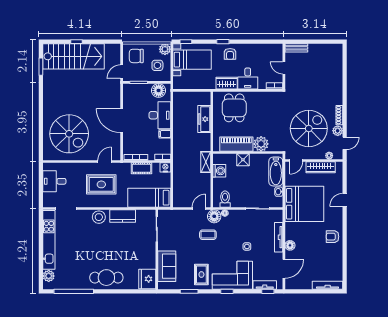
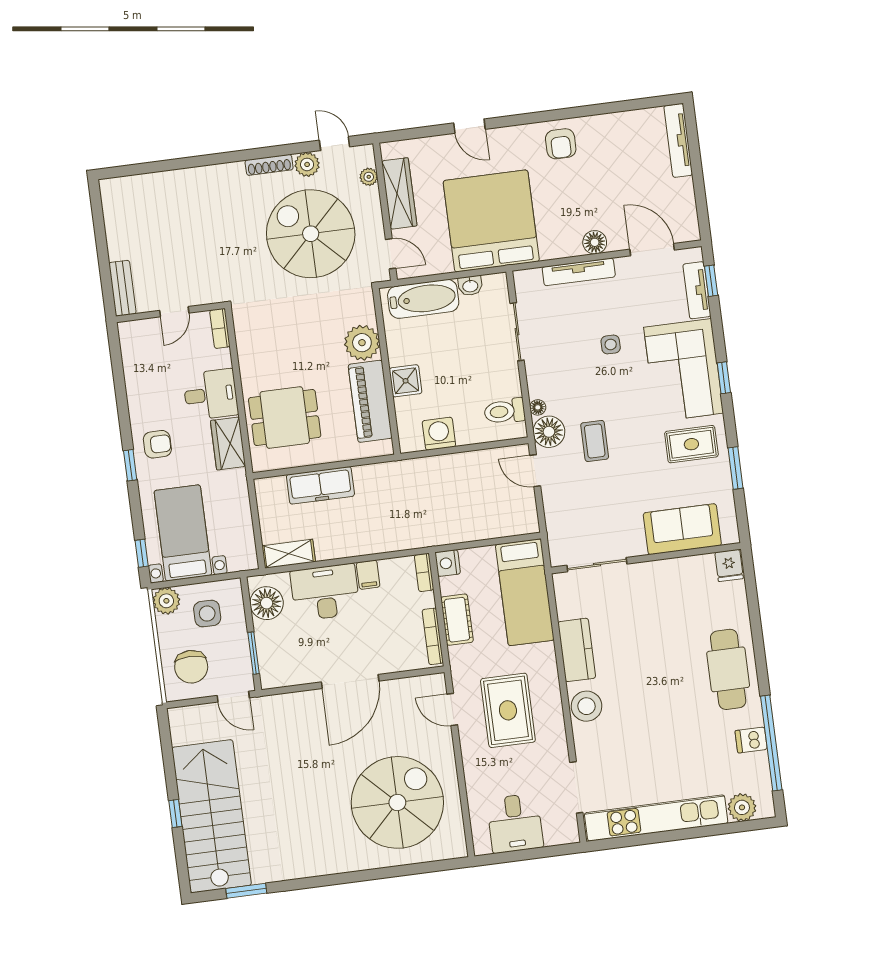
shelving: (206, 162) -> (289, 554), moved
fridge: (147, 279) -> (729, 565), width x0.53, depth x0.75
dishwasher: (76, 283) -> (751, 740), added

